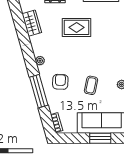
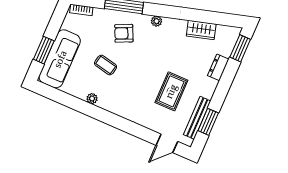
rug: (77, 27) -> (171, 91), moved
armchair: (60, 82) -> (124, 33), turned 153

